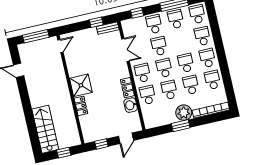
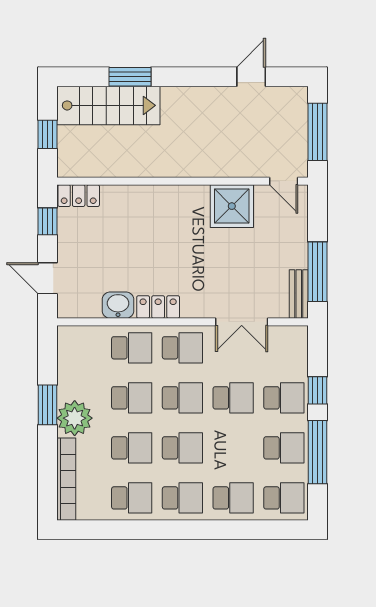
window: (137, 13) -> (317, 390), moved
window: (96, 22) -> (317, 272), width x2.17
shower: (81, 85) -> (232, 206), moved
locker: (81, 106) -> (79, 196), moved
window: (31, 123) -> (130, 77), added

